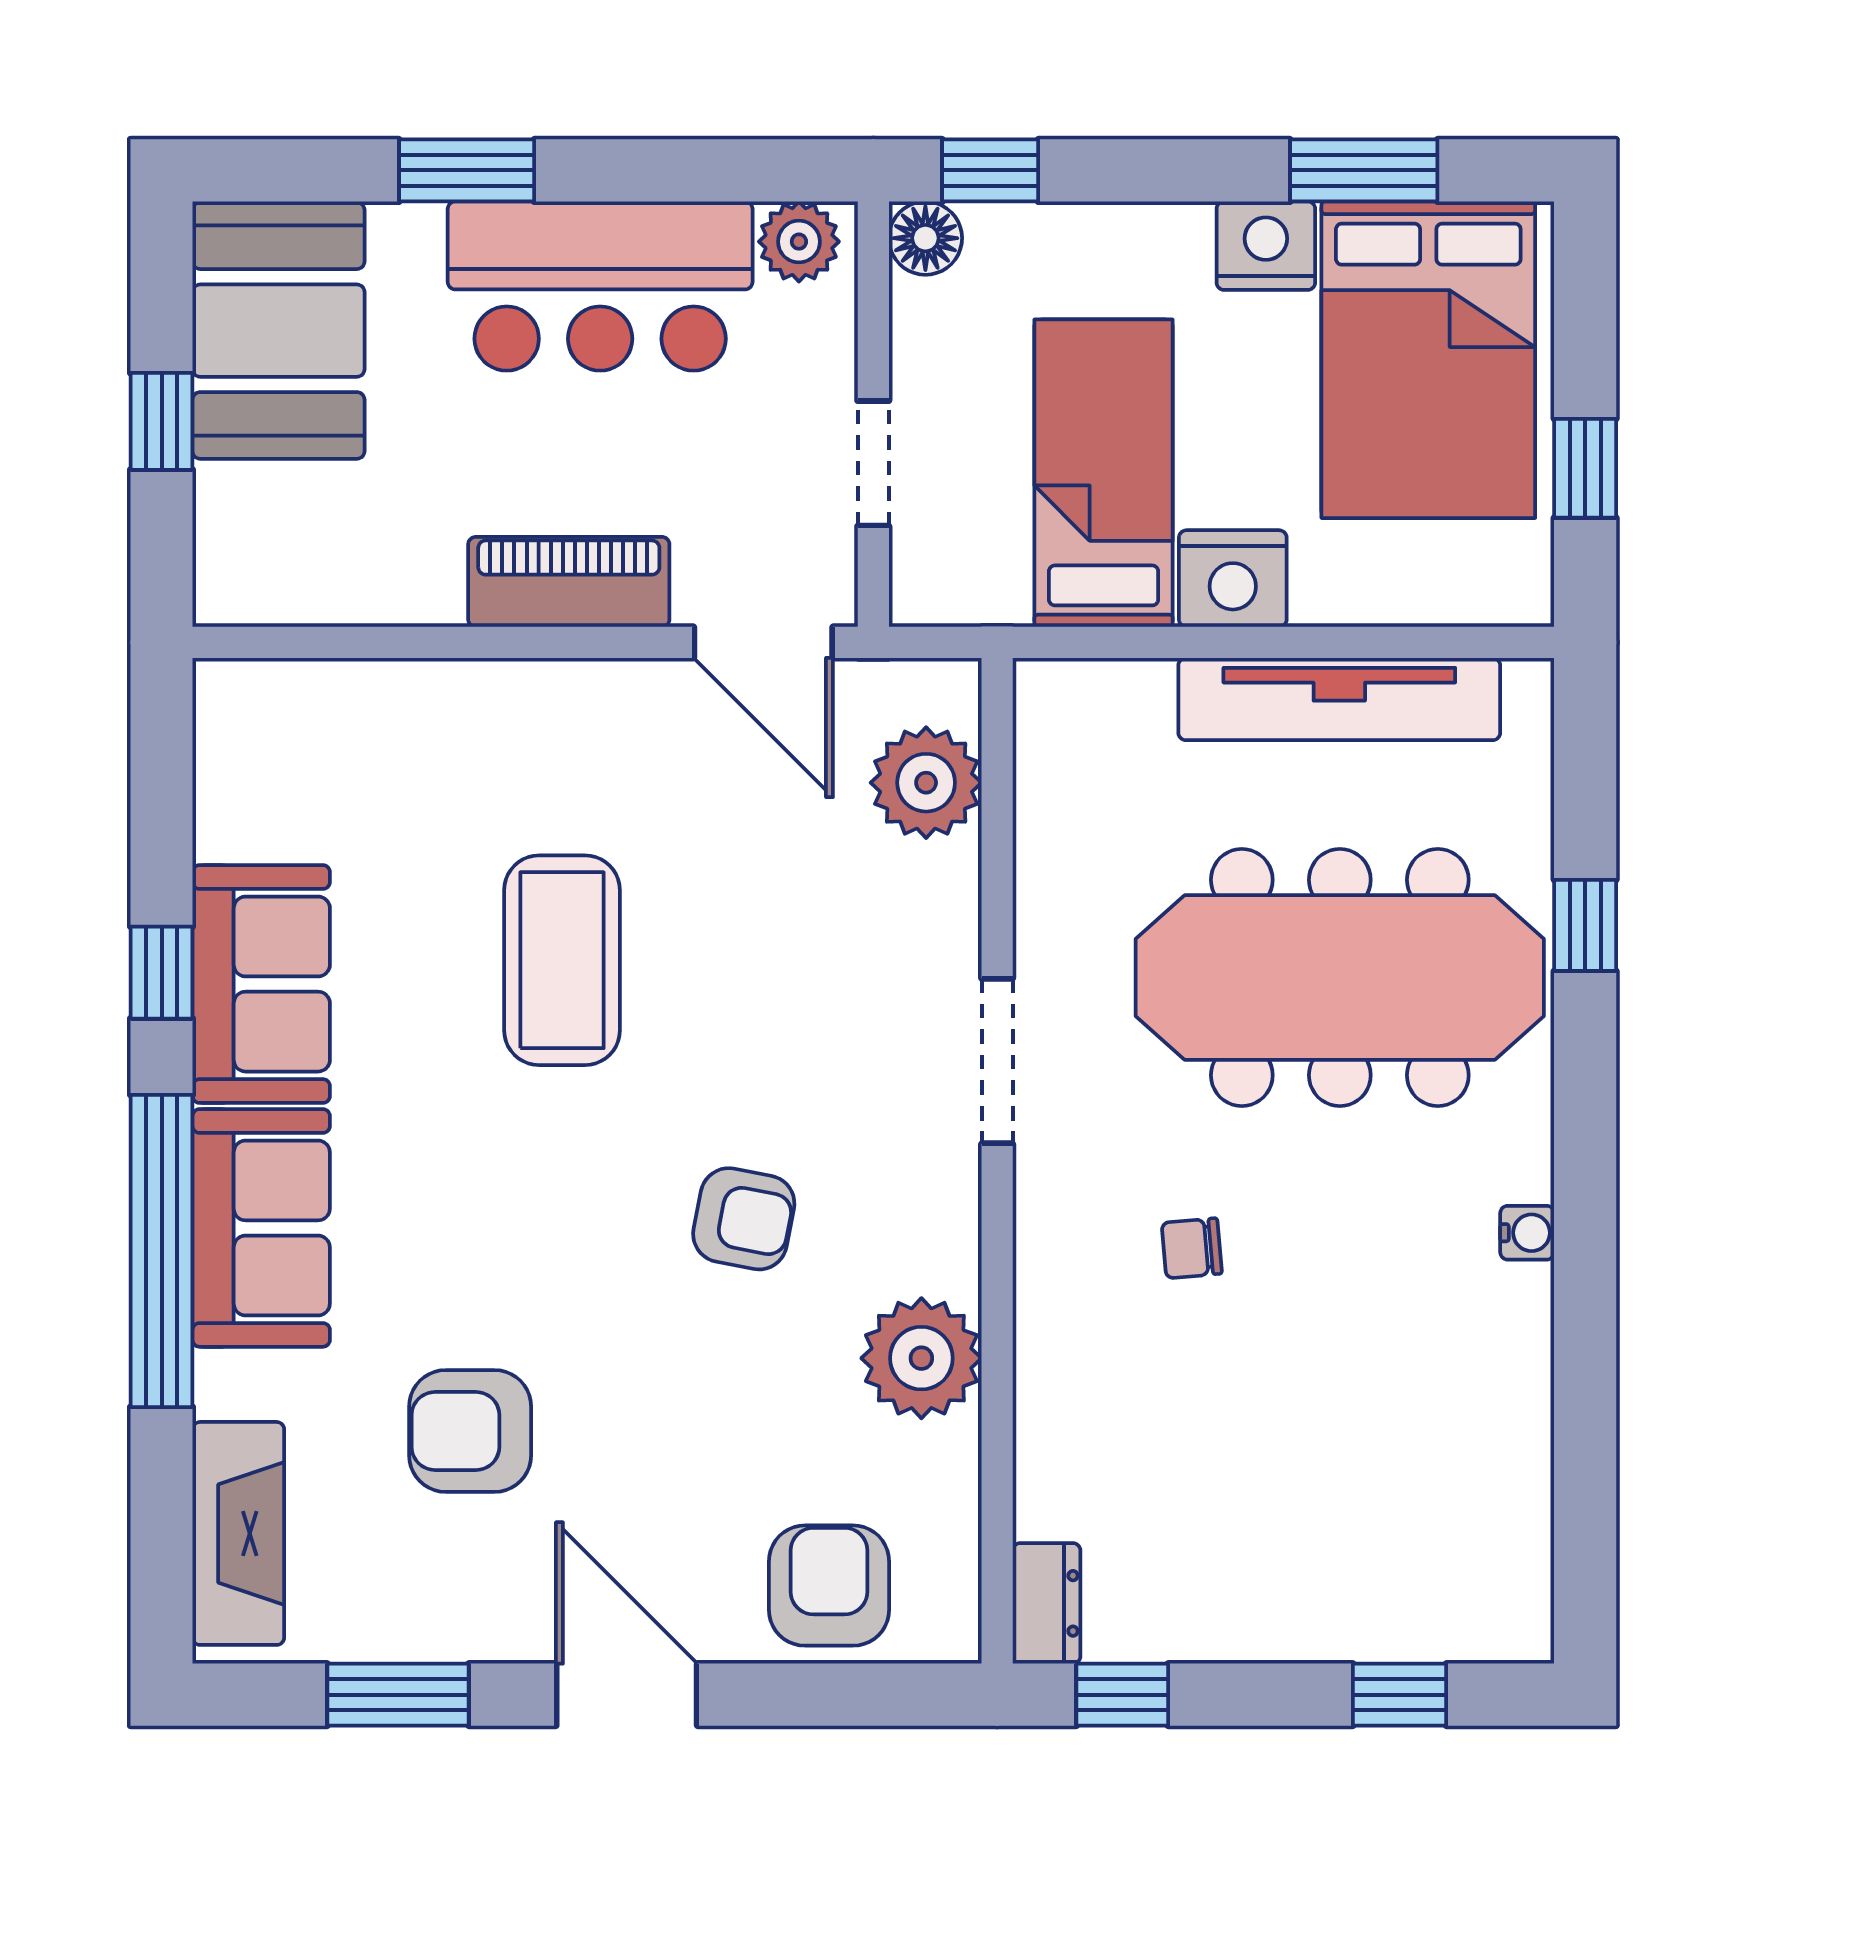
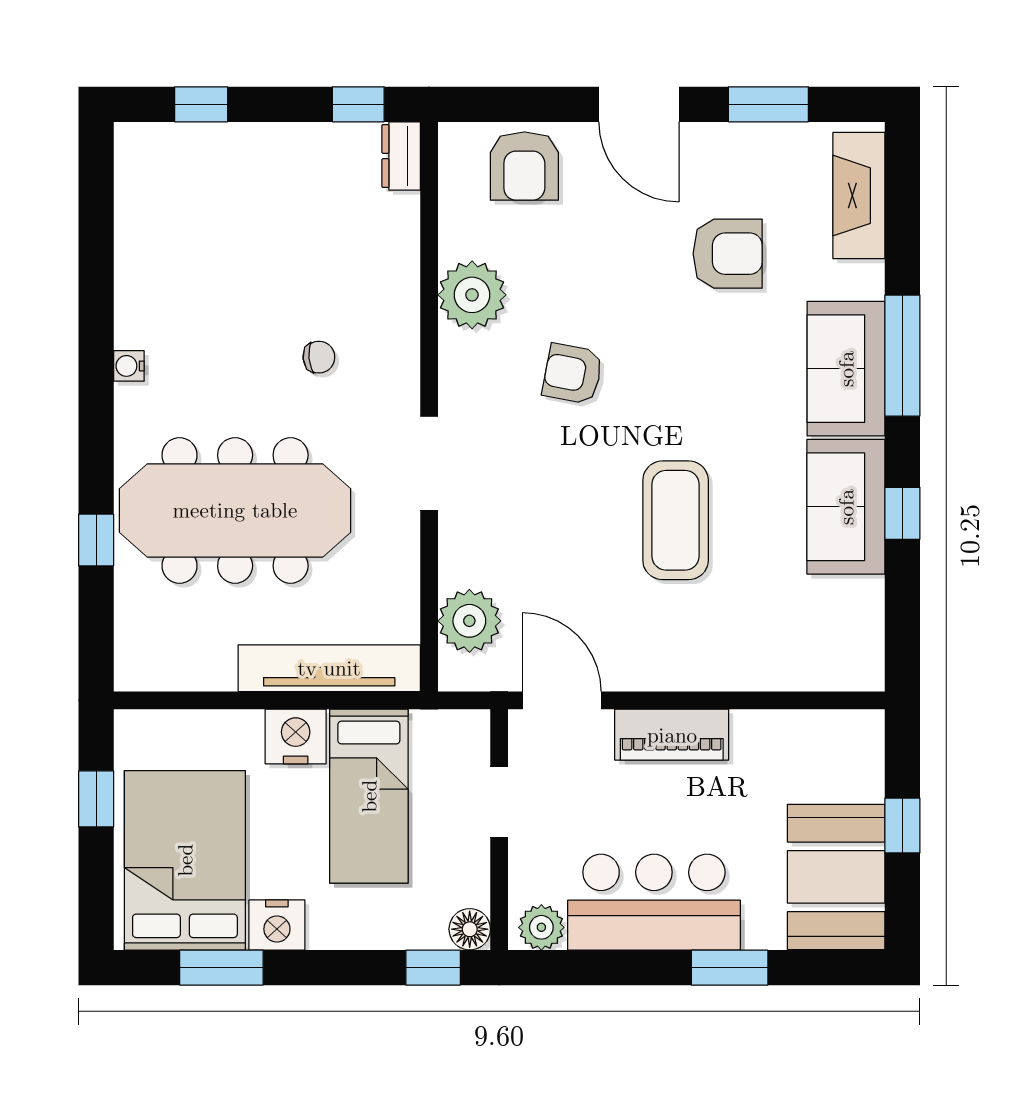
tv unit: (1339, 699) -> (329, 668), moved
window: (162, 1251) -> (902, 356), width x0.68

